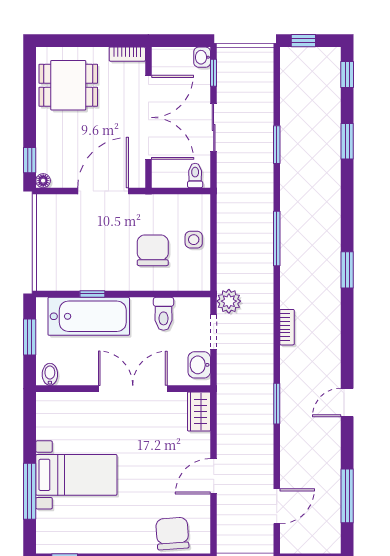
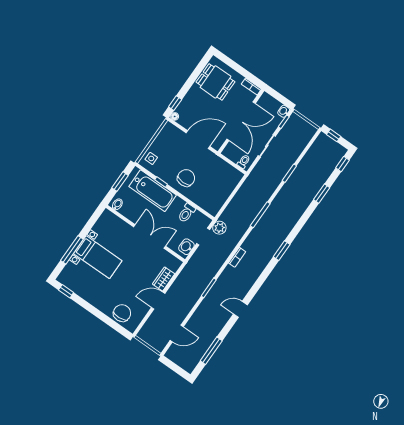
side table: (194, 240) -> (151, 158), moved
chair: (153, 250) -> (186, 178), moved
wardrobe: (199, 412) -> (164, 279), moved

